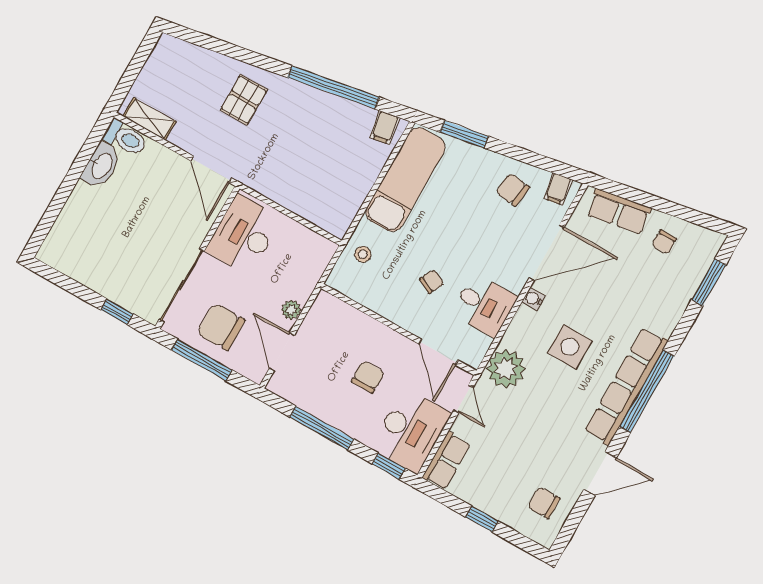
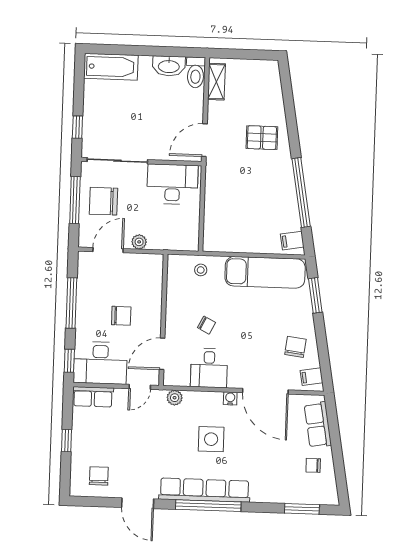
bathtub: (66, 235) -> (111, 67), added
chair: (221, 327) -> (104, 201), turned -90
plant: (506, 369) -> (175, 398), width x0.53, depth x0.53

